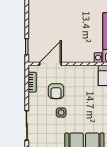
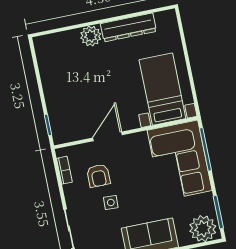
door: (50, 64) -> (107, 136), moved

